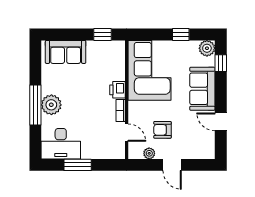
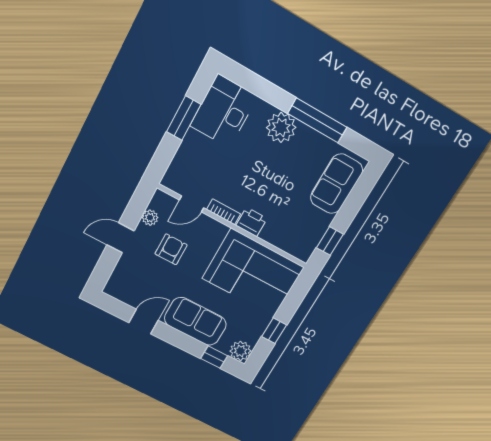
window: (35, 105) -> (317, 120), moved

